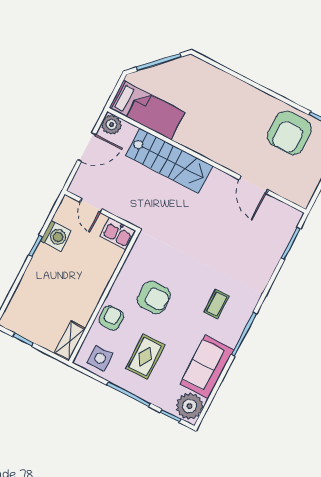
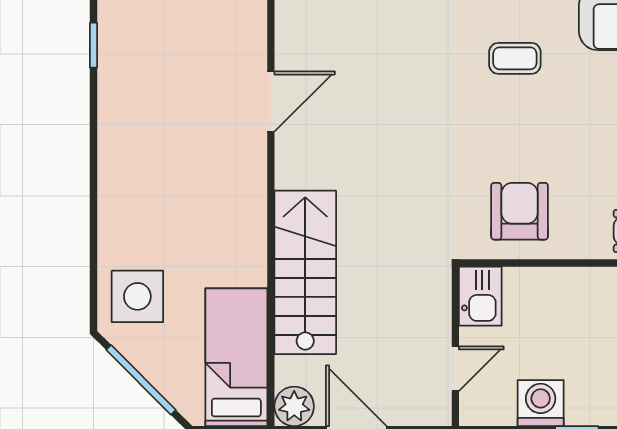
side table: (197, 80) -> (137, 296), added
armchair: (290, 133) -> (147, 85), removed
armchair: (154, 297) -> (520, 211), moved

